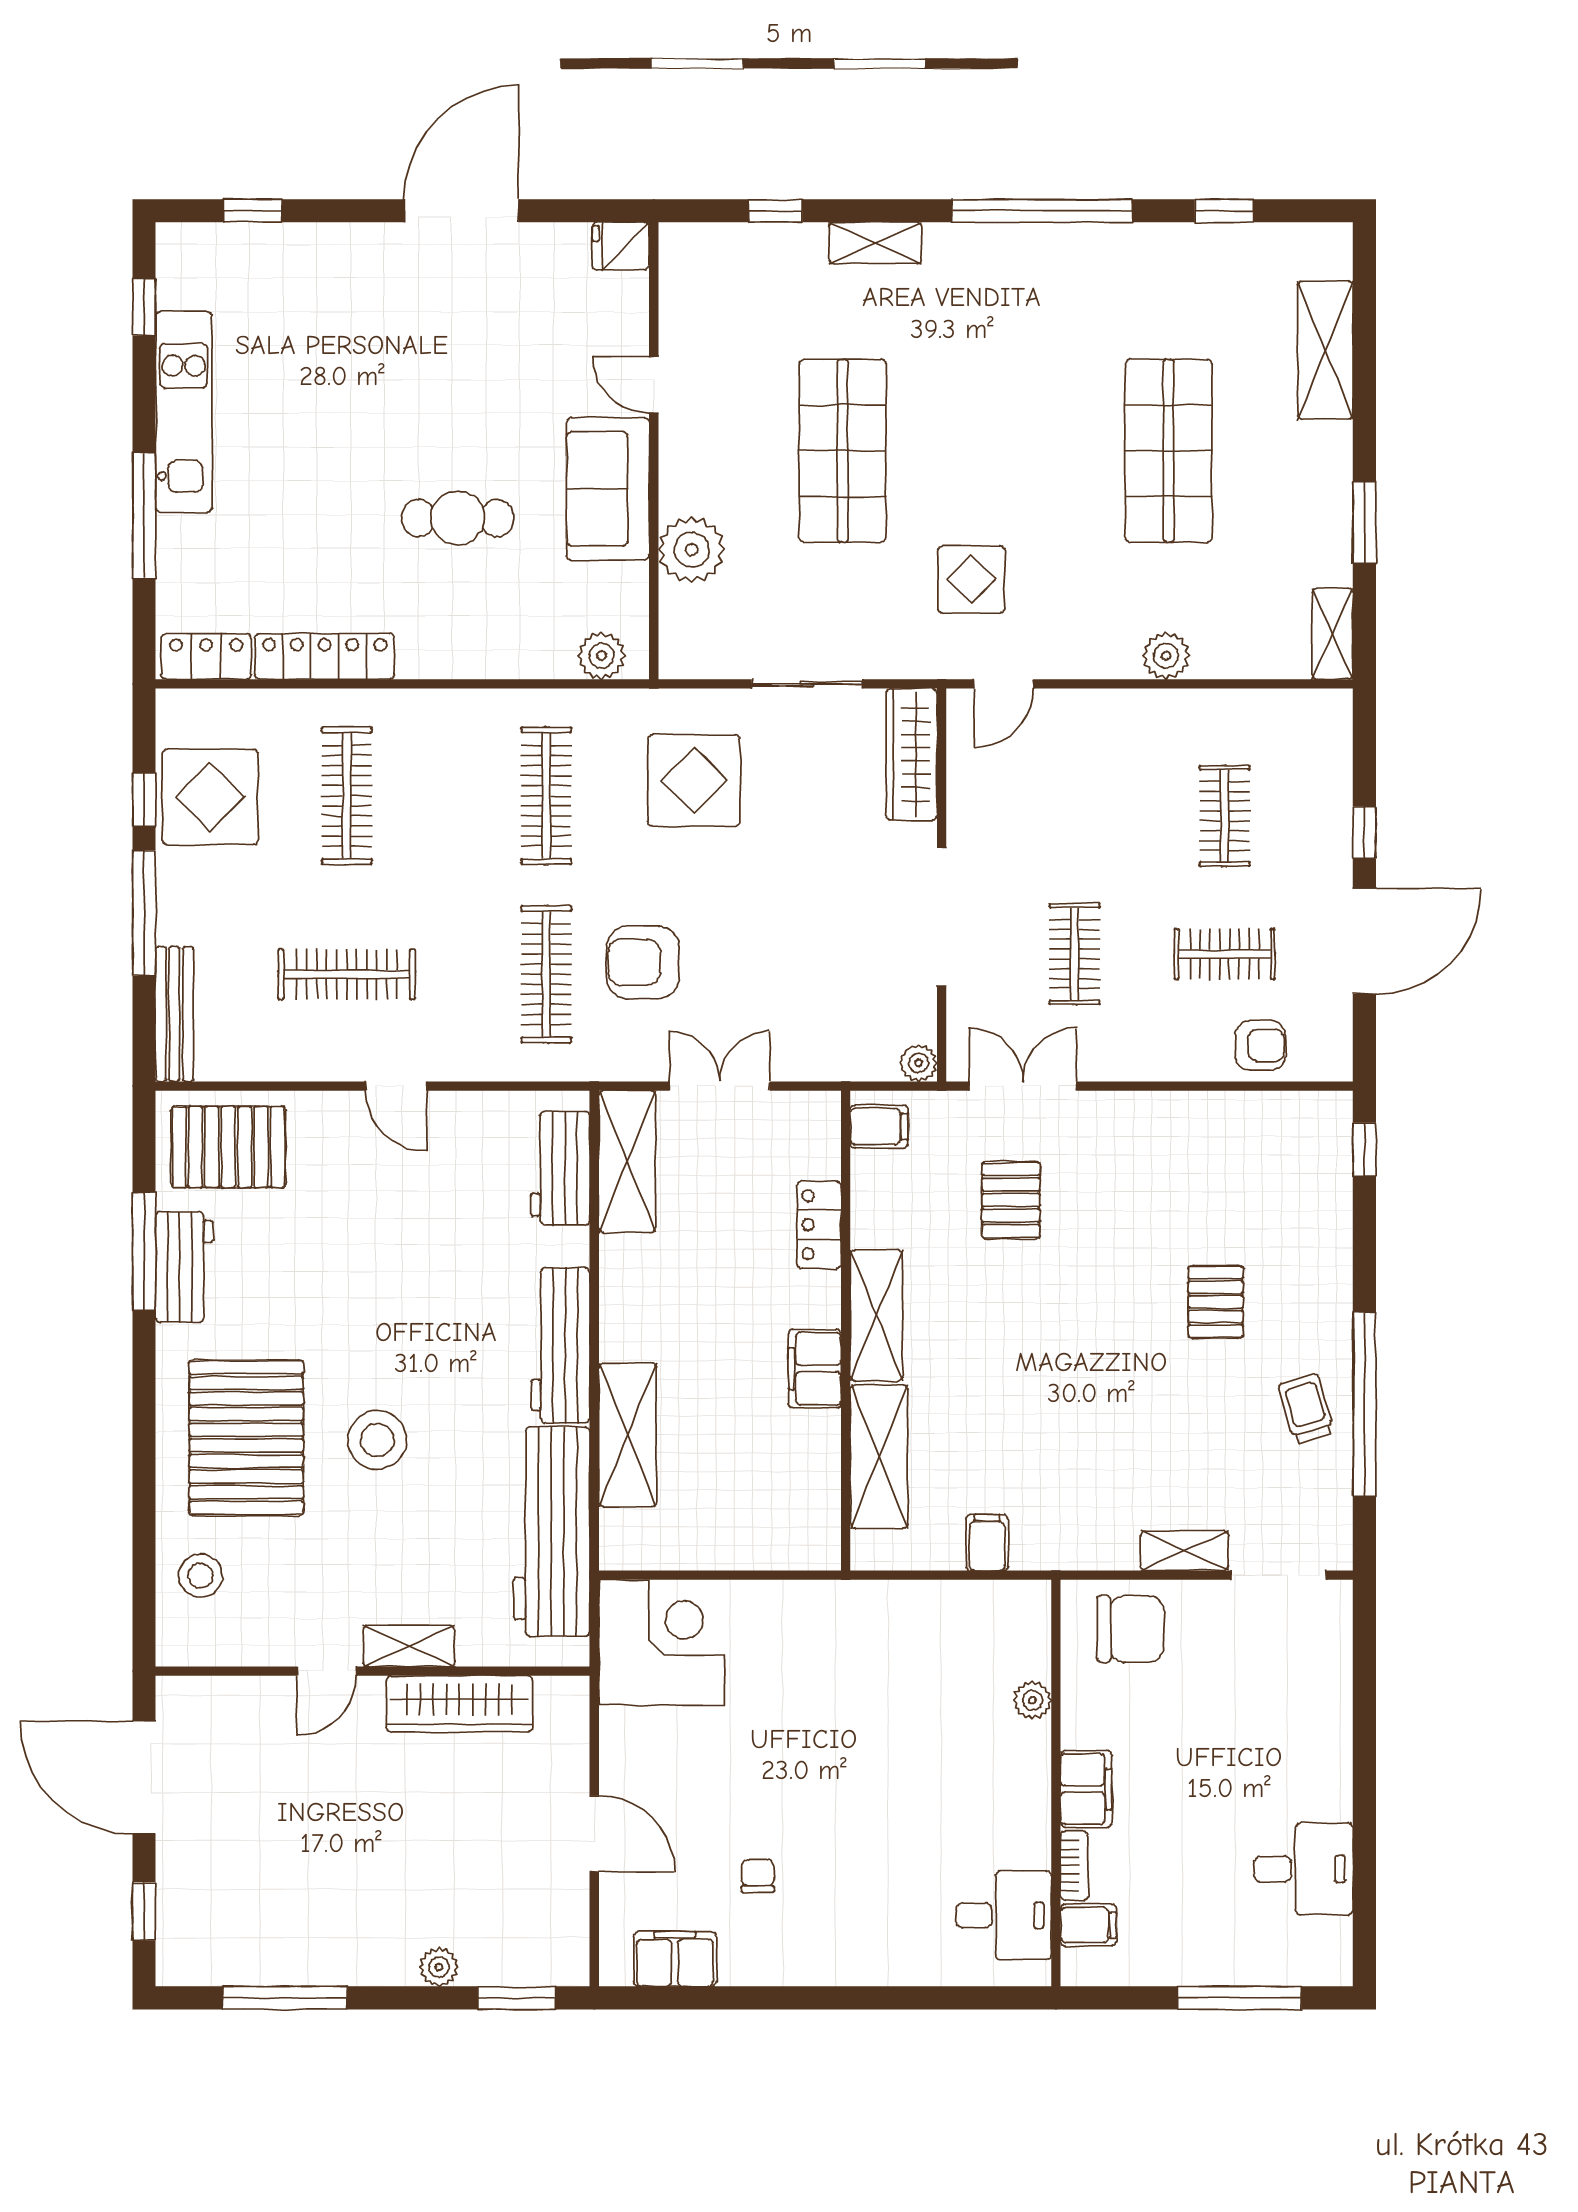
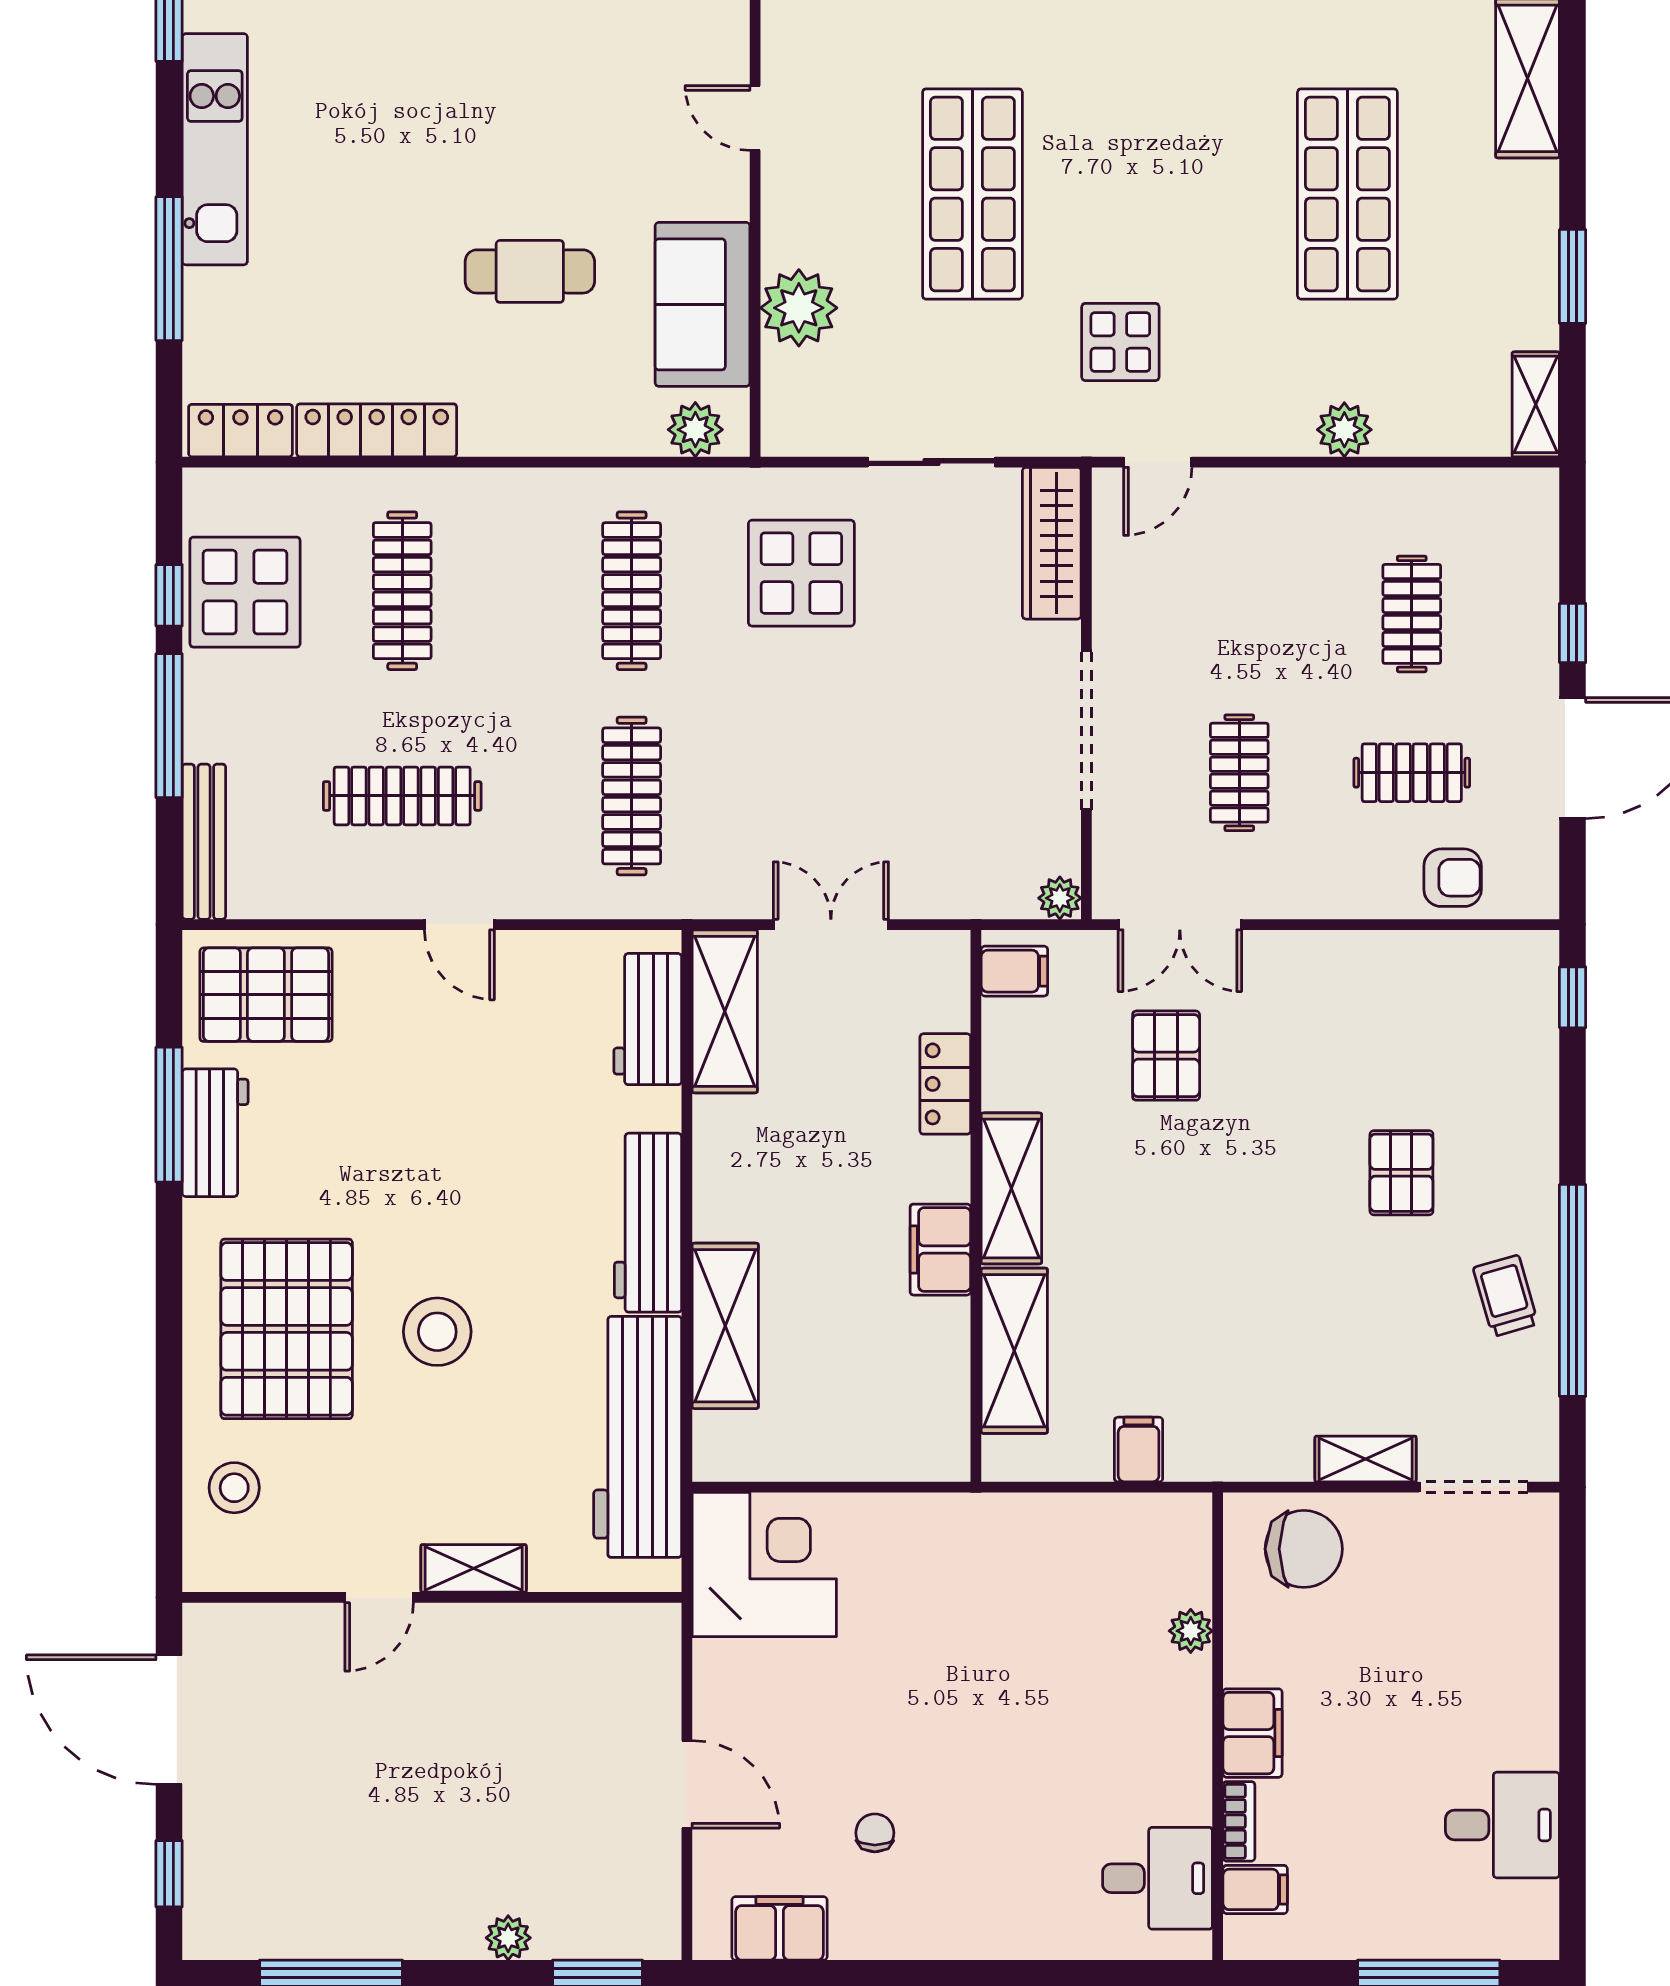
sofa: (608, 489) -> (703, 304), moved
armchair: (643, 962) -> (743, 782), removed
double door: (1023, 1086) -> (1180, 925), swing flipped
wardrobe: (460, 1704) -> (532, 1635), removed

